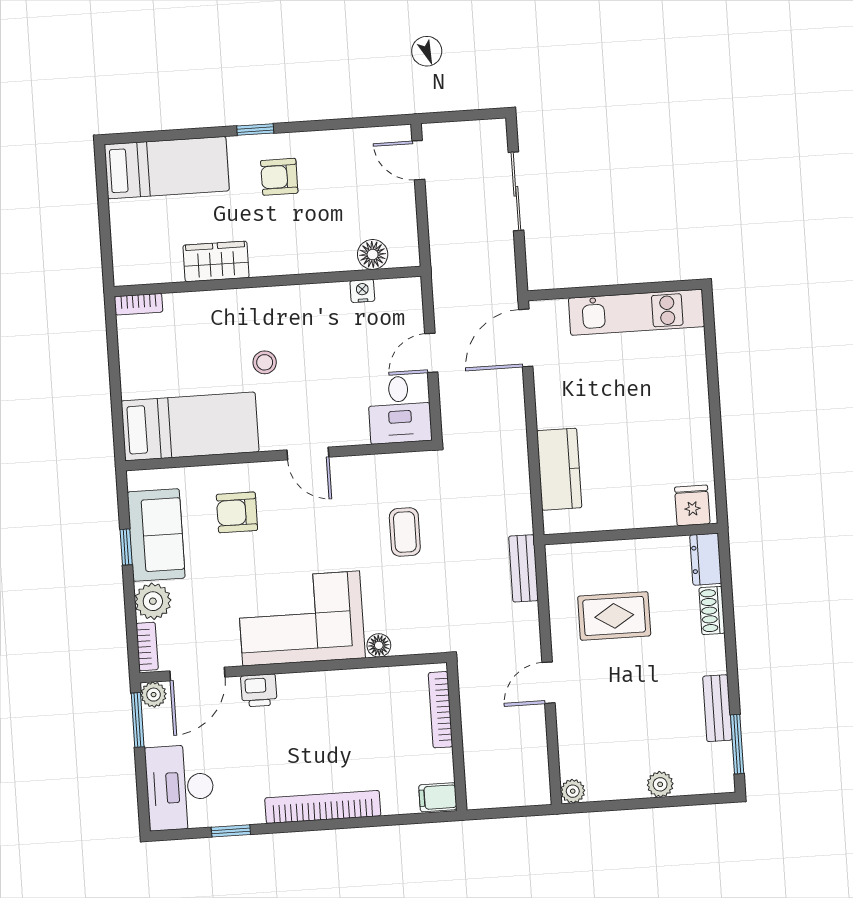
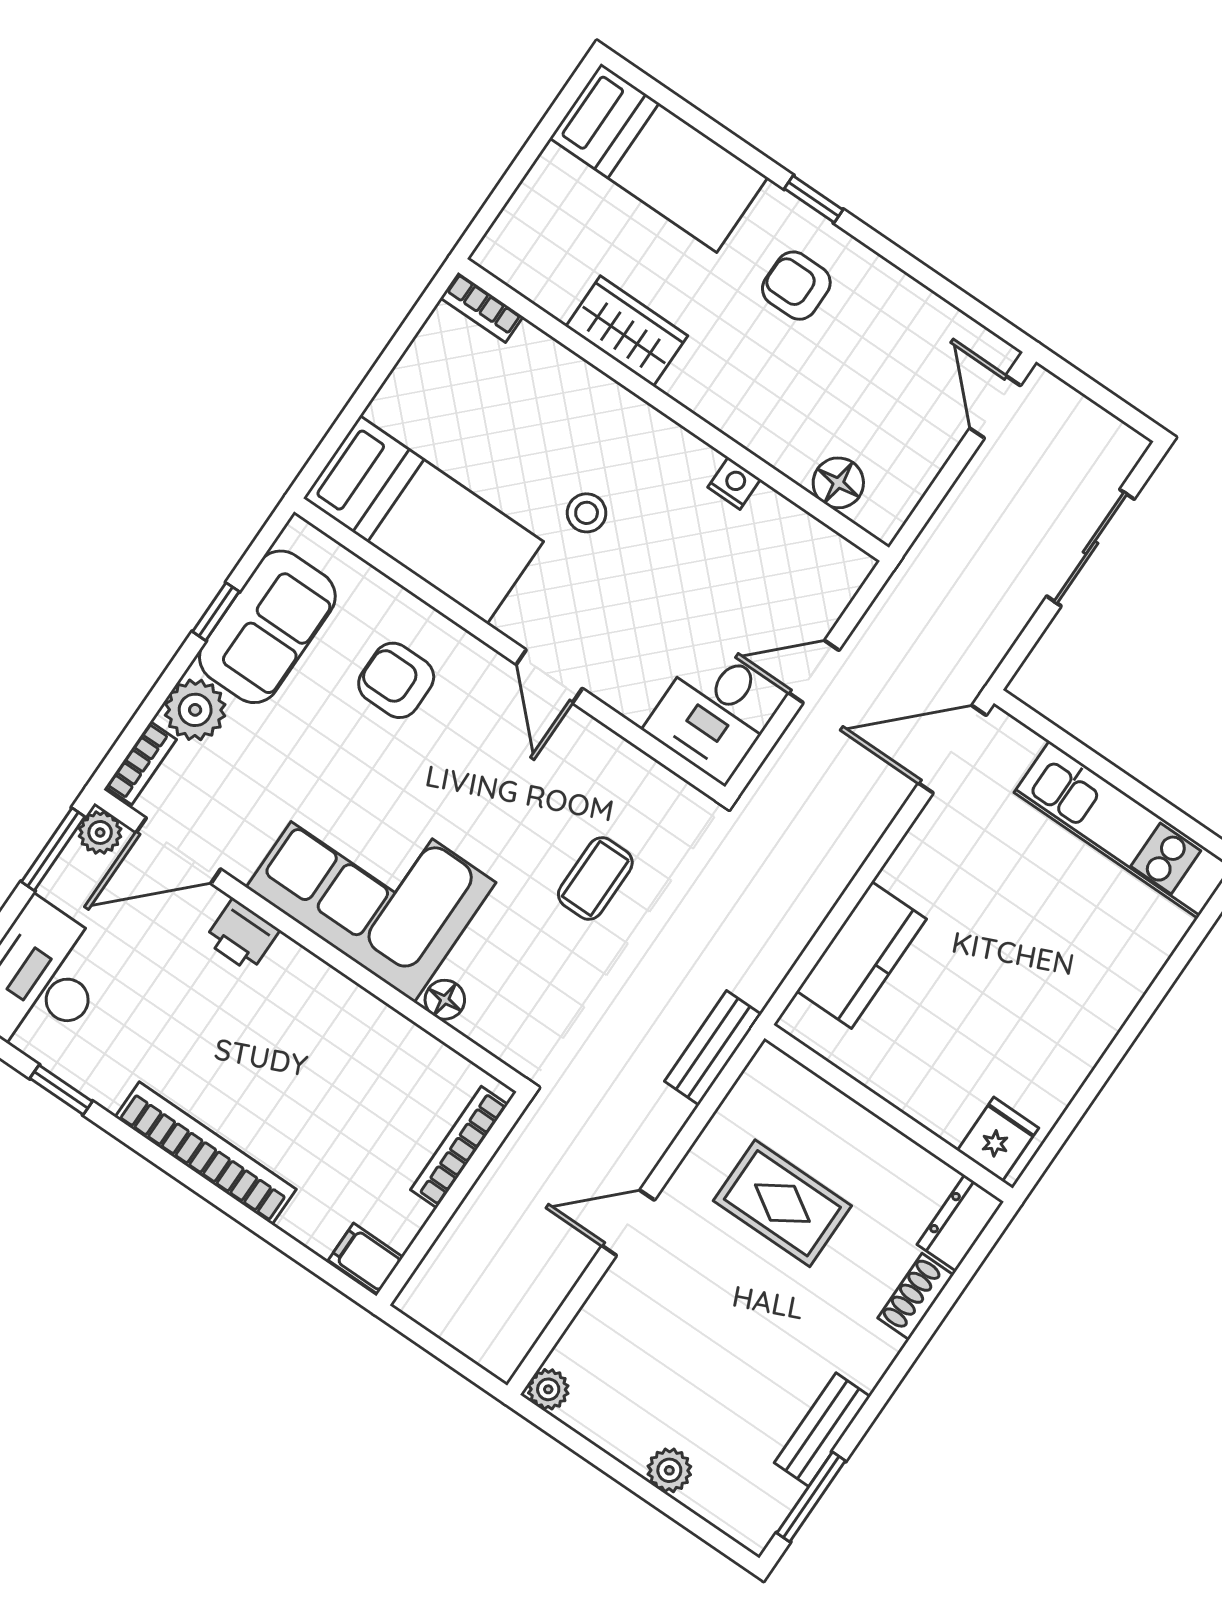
nightstand: (362, 291) -> (734, 483), moved

